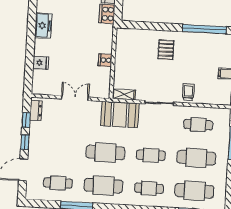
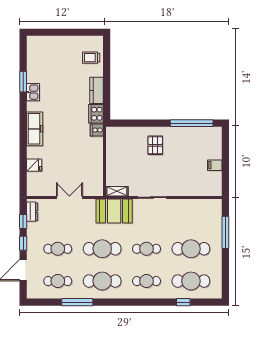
freezer: (43, 26) -> (35, 129), width x1.40
cooker: (105, 60) -> (97, 130), moved
trolley: (188, 92) -> (179, 185), removed
cafe table: (198, 125) -> (58, 249), moved

